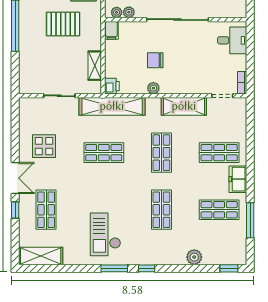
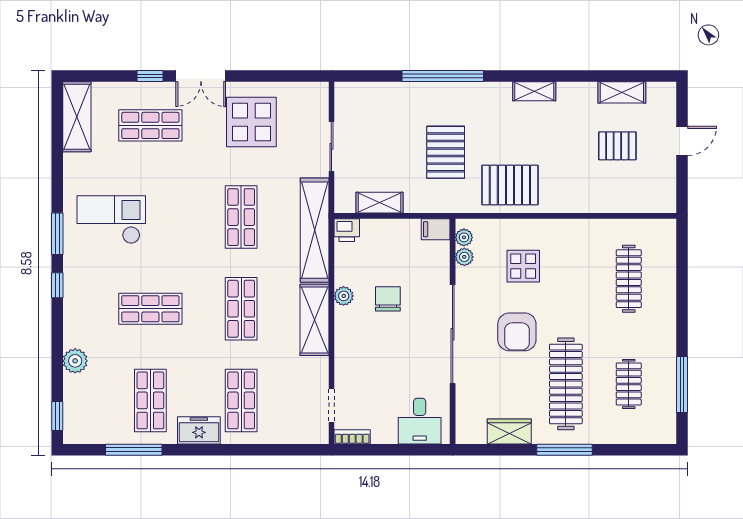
shelving: (184, 106) -> (314, 320), moved
display table: (44, 146) -> (251, 122), width x1.36, depth x1.36
shop shelf: (161, 153) -> (241, 309), turned 90

